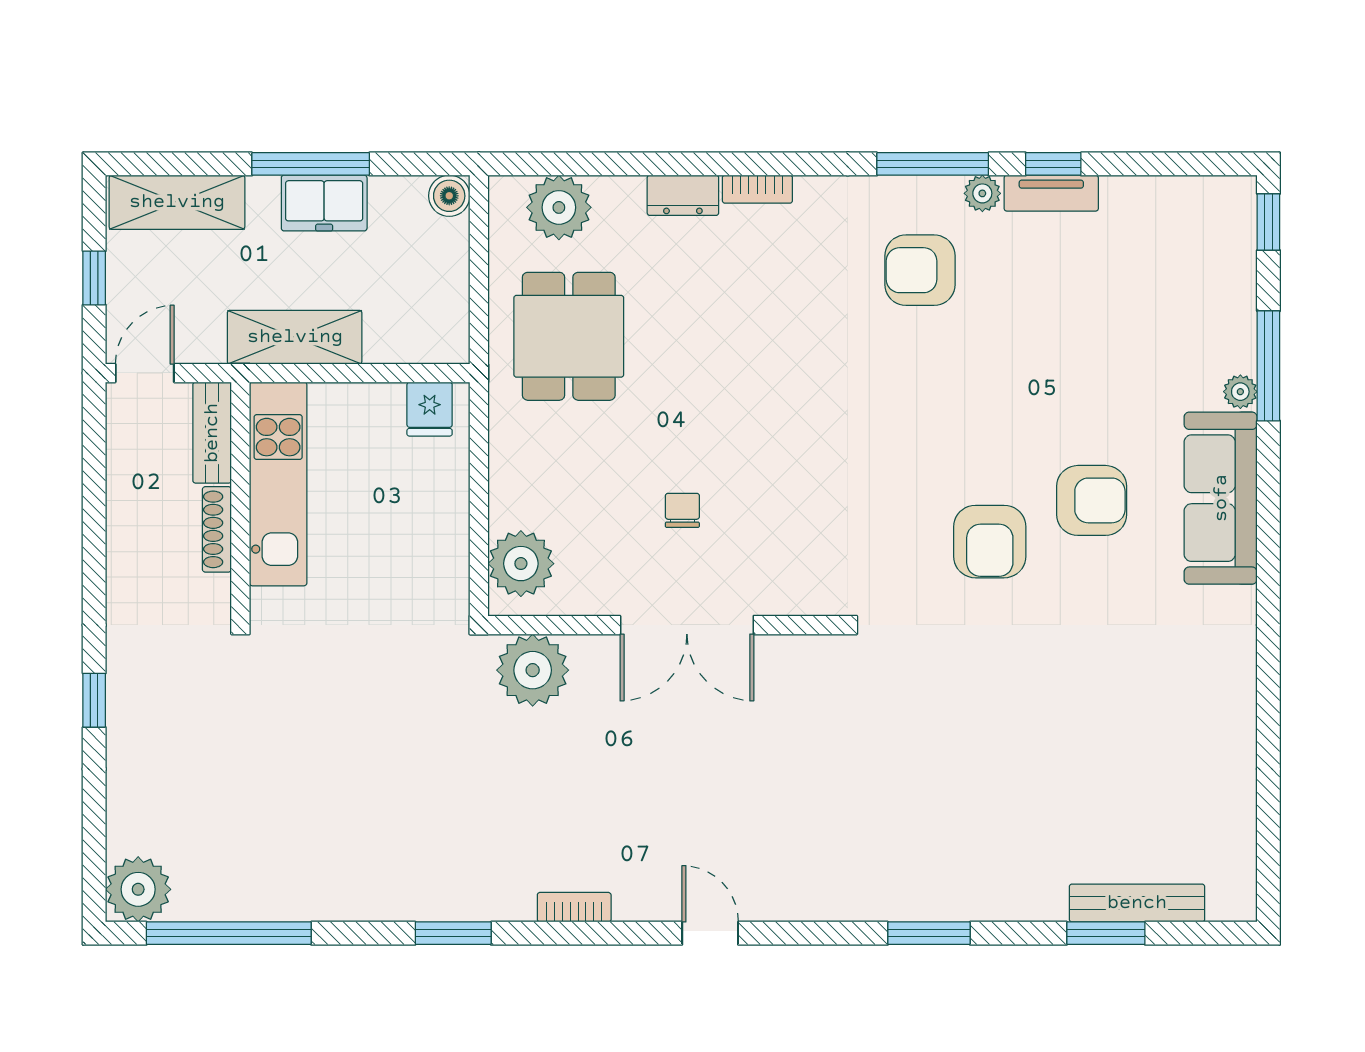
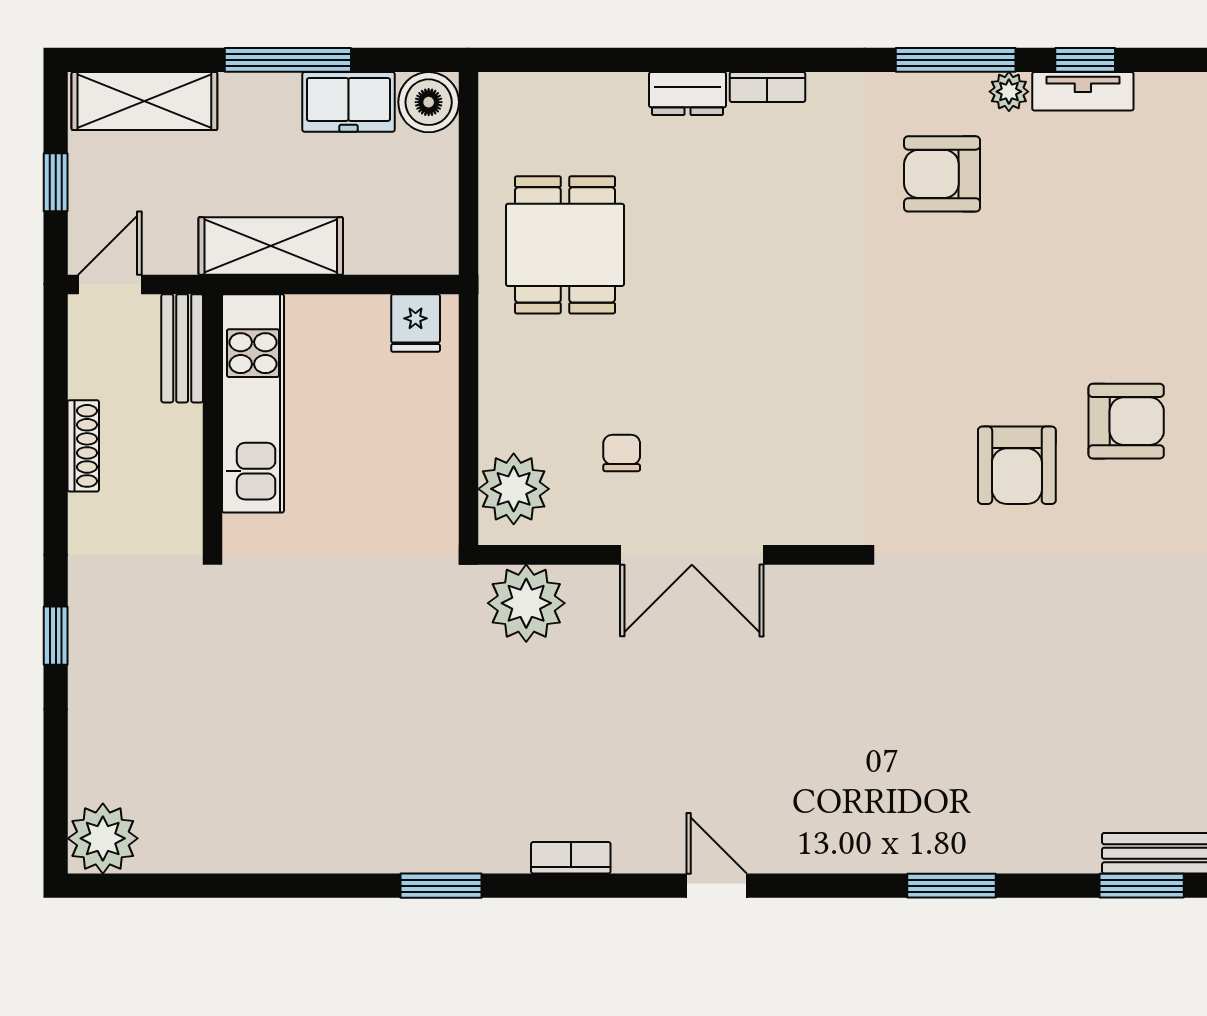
boiler: (449, 196) -> (429, 102), width x1.36, depth x1.36
freezer: (324, 203) -> (349, 102), moved
plant: (559, 207) -> (554, 107), removed
chair: (682, 510) -> (622, 453), moved
shoe rack: (217, 529) -> (83, 446), moved, turned 180
window: (229, 933) -> (200, 886), removed

